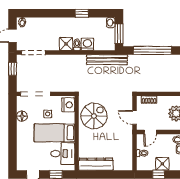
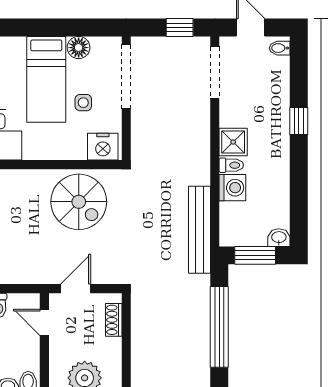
window: (82, 13) -> (299, 121), moved
bed: (54, 133) -> (46, 79), moved, turned 180

